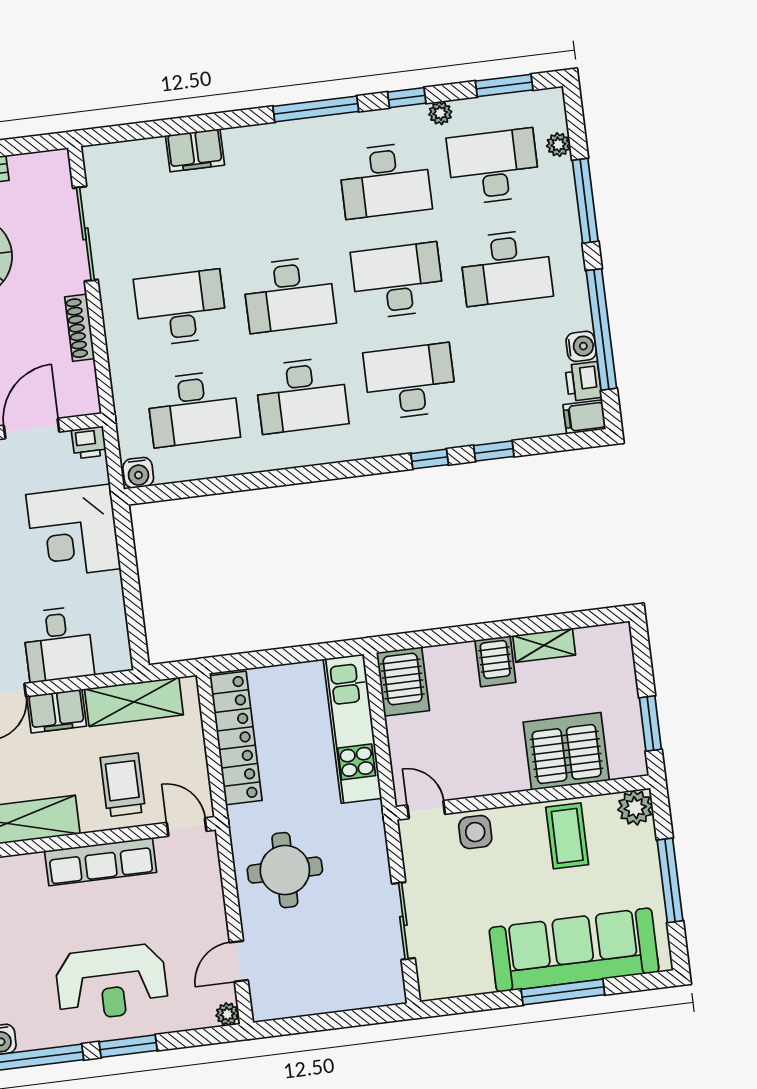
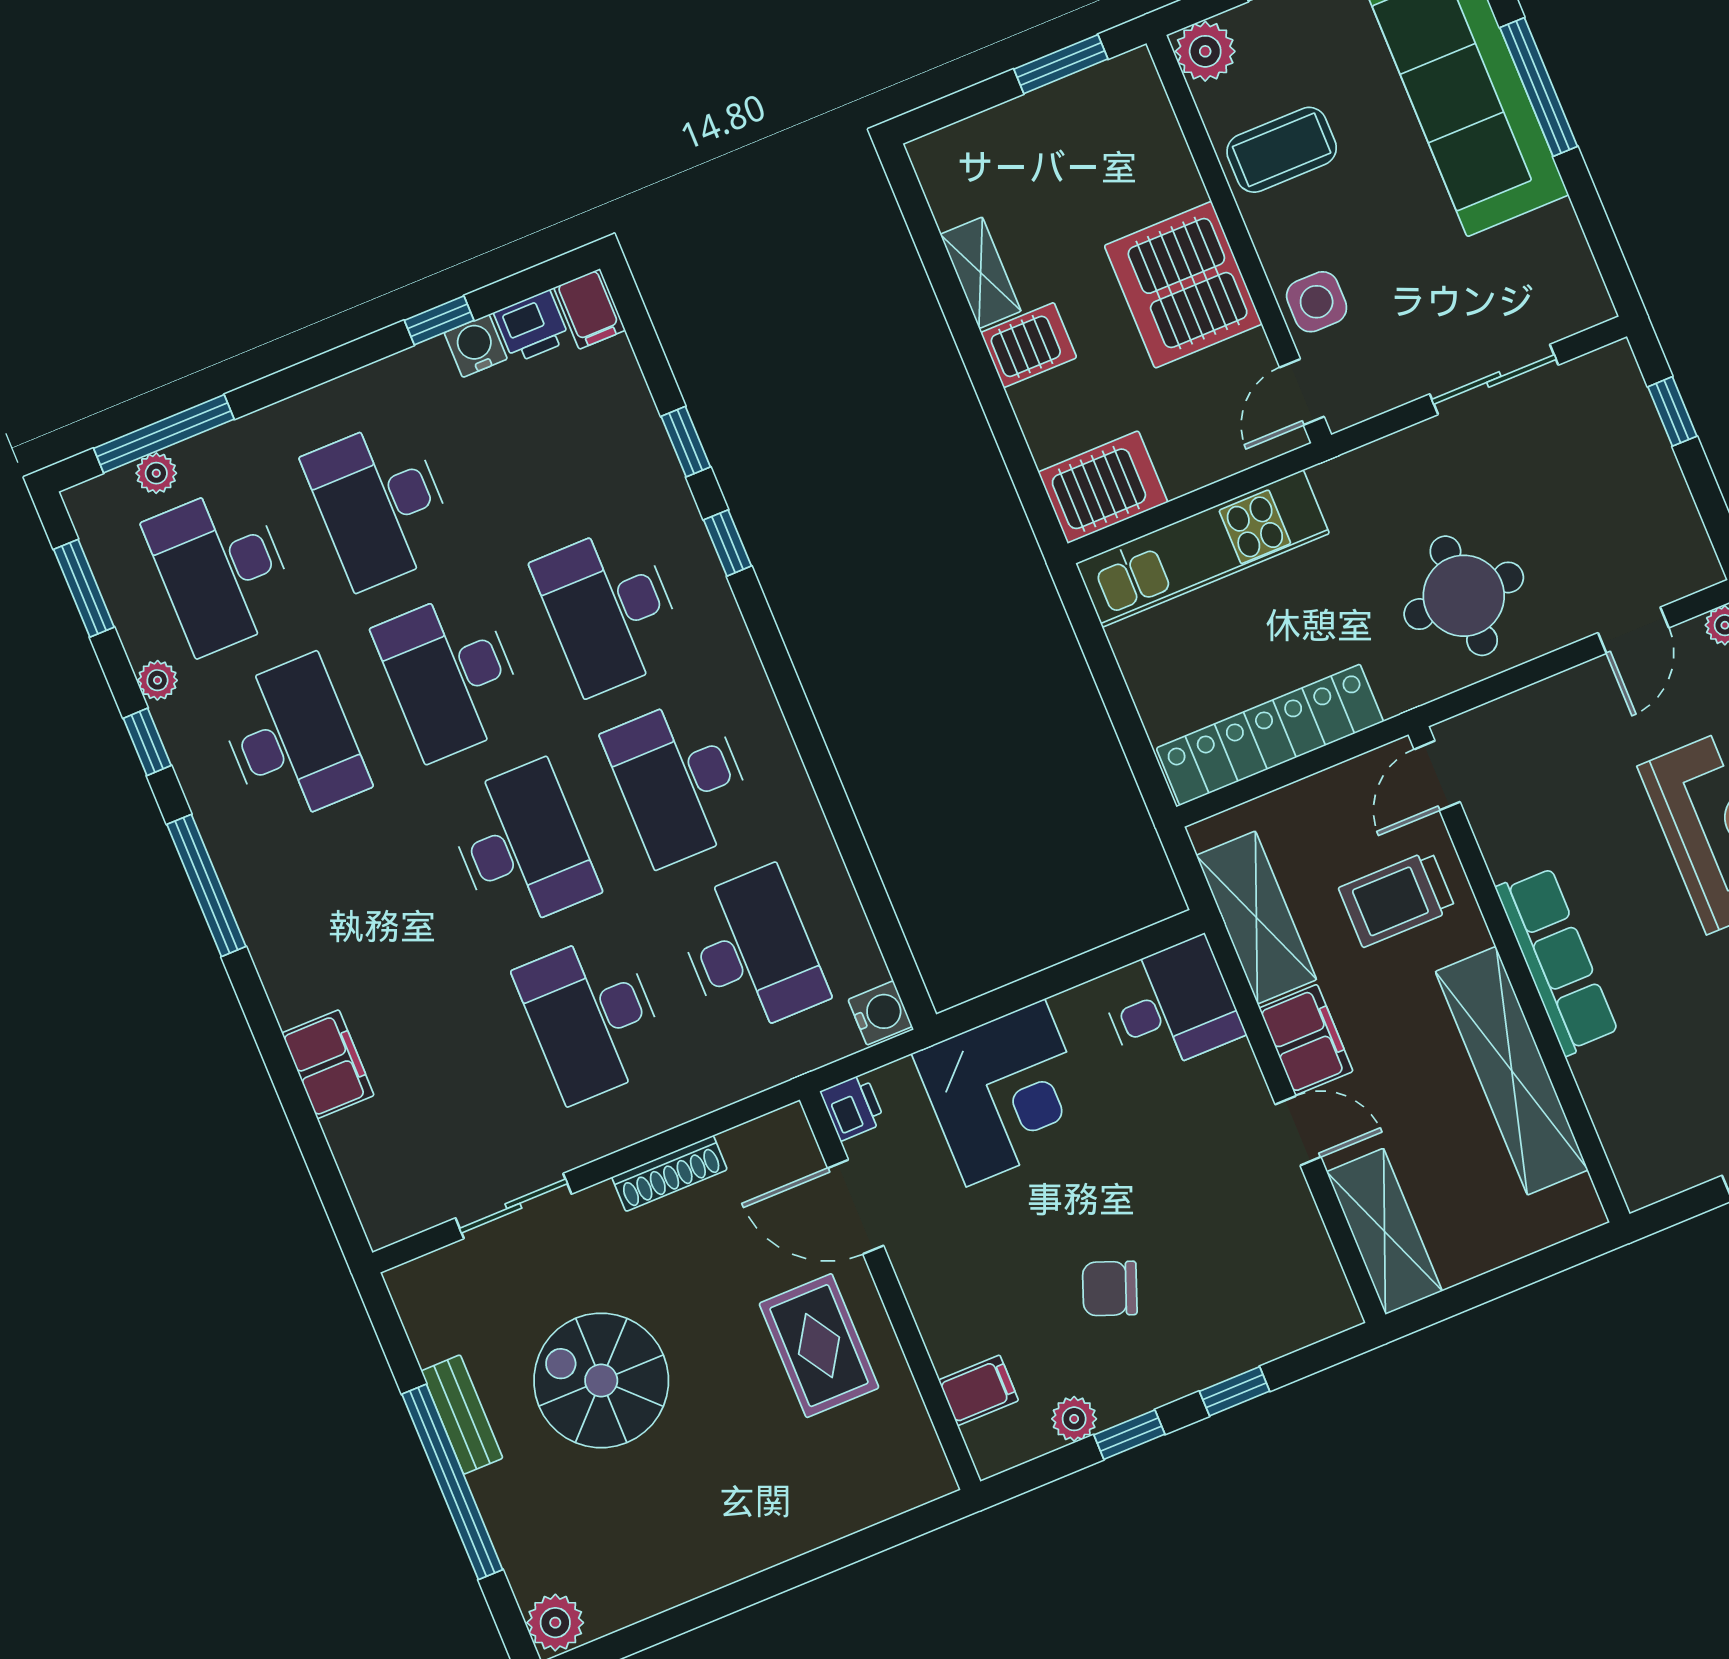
window: (585, 201) -> (164, 434), moved
sliding door: (85, 234) -> (513, 1206), width x0.73
desk: (506, 267) -> (380, 504), turned 180
window: (601, 329) -> (439, 320), width x0.32
desk: (302, 395) -> (680, 781), turned 180
desk: (58, 644) -> (1171, 1006), moved
server rack: (566, 751) -> (1183, 285), moved
row of seats: (101, 862) -> (1557, 961), moved
door: (239, 961) -> (1633, 630), hinge flipped
window: (357, 1018) -> (1672, 411), added

